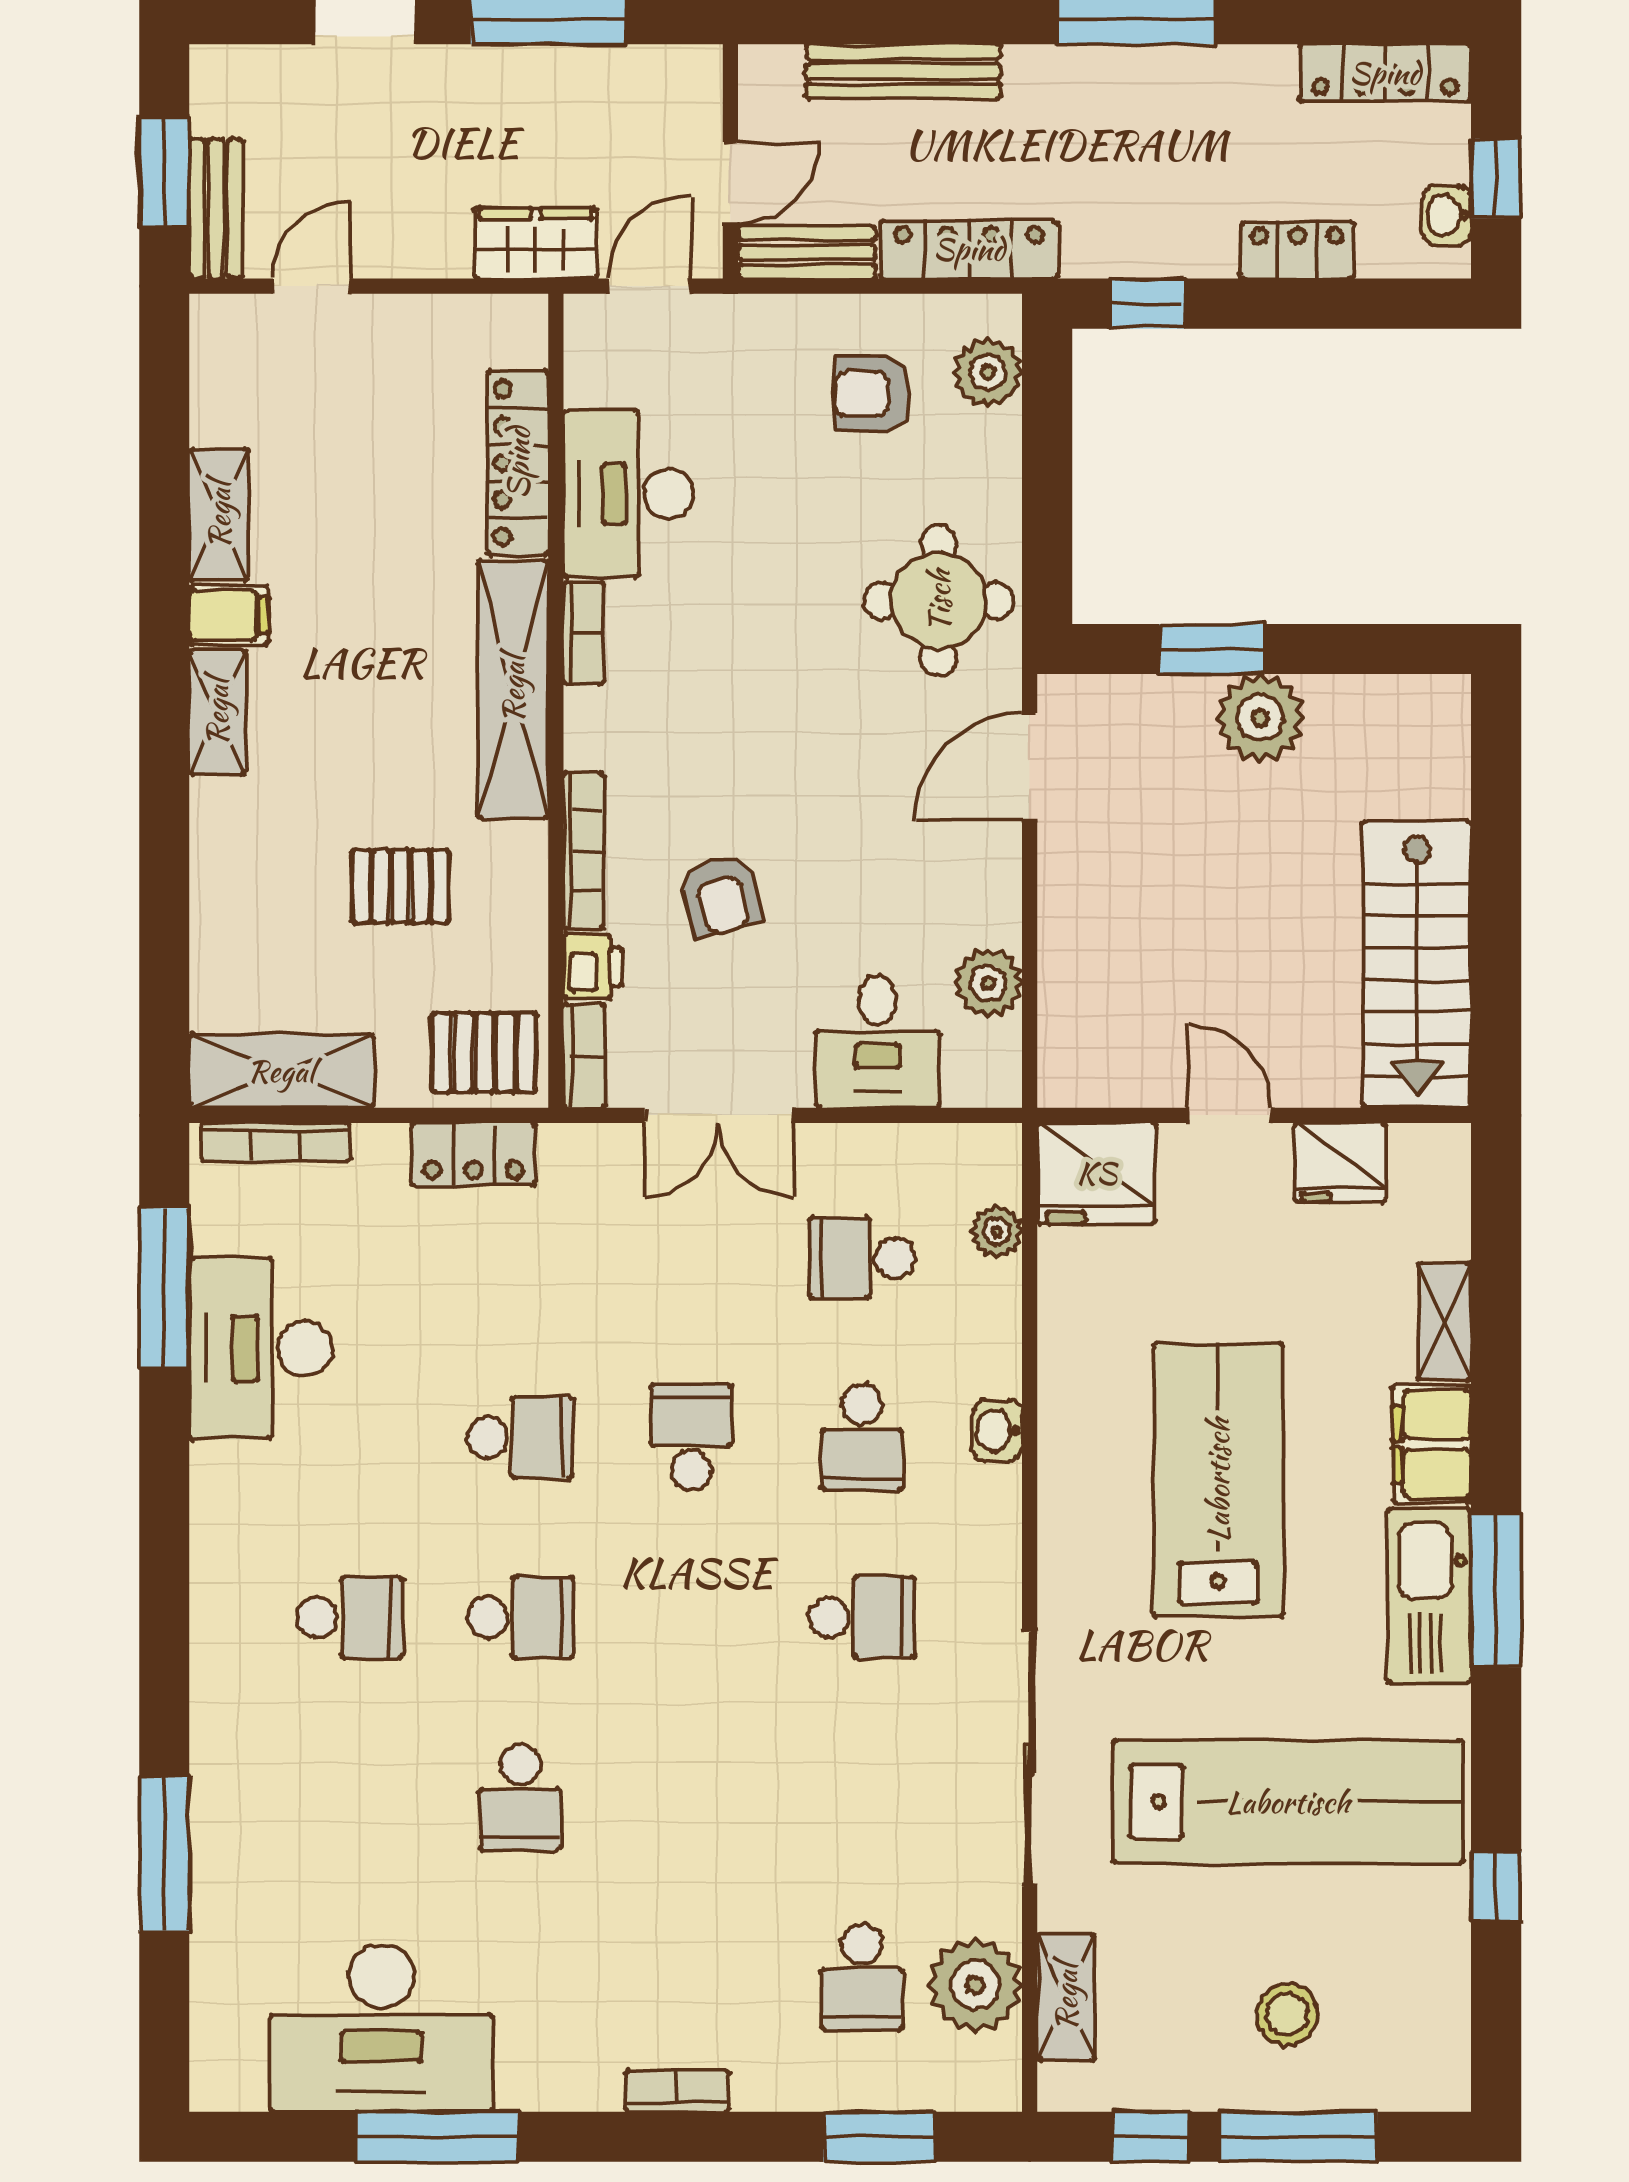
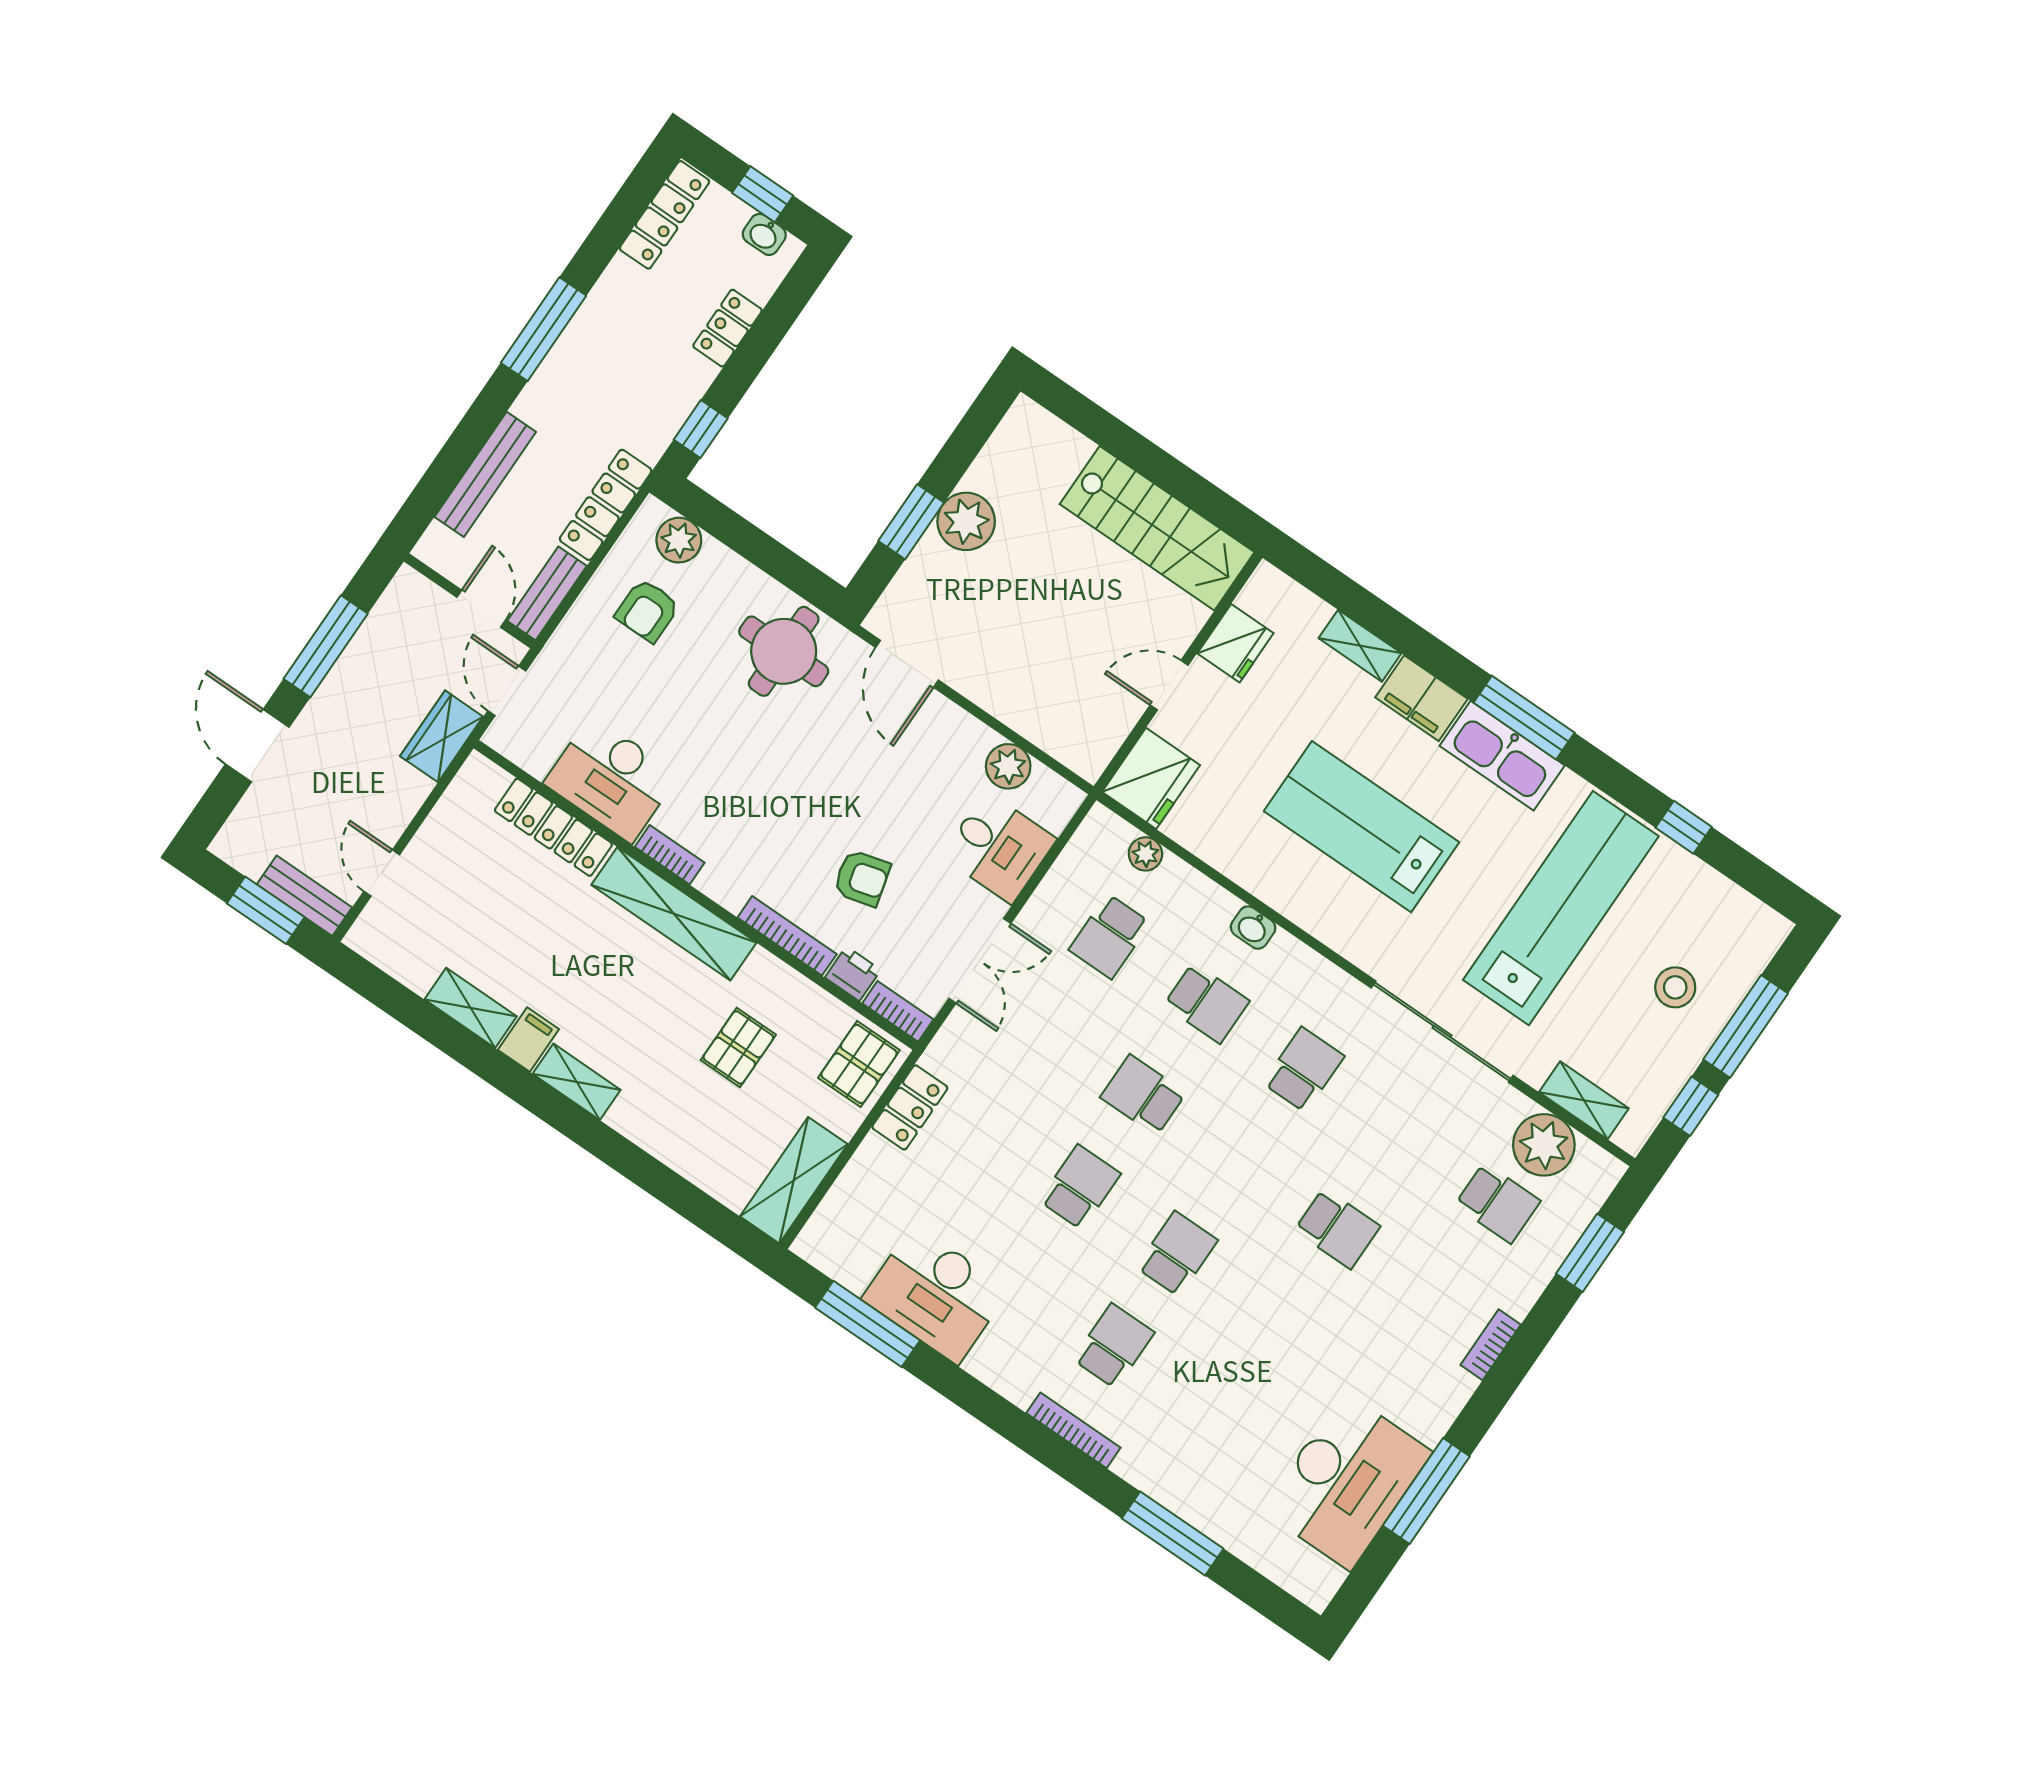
bookcase: (275, 1142) -> (1073, 1430), moved, turned -90
school desk: (520, 1797) -> (1337, 1228), moved

